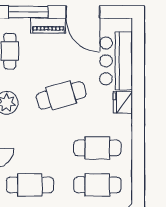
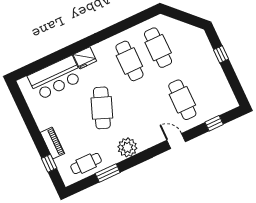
window: (28, 12) -> (49, 163), width x0.46
door: (83, 12) -> (30, 121), removed
cafe table: (61, 95) -> (102, 108), turned 37

